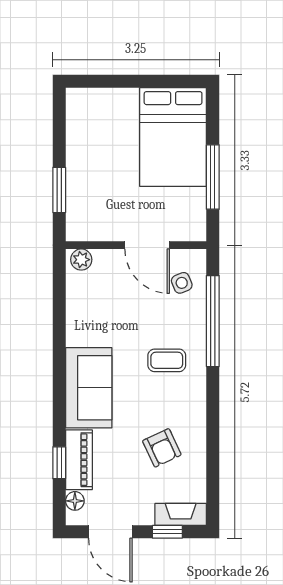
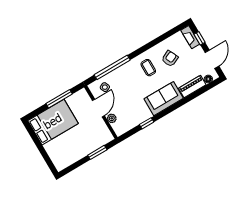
plant: (81, 260) -> (112, 118), moved
coffee table: (167, 360) -> (148, 68), moved
window: (59, 463) -> (147, 123), moved

